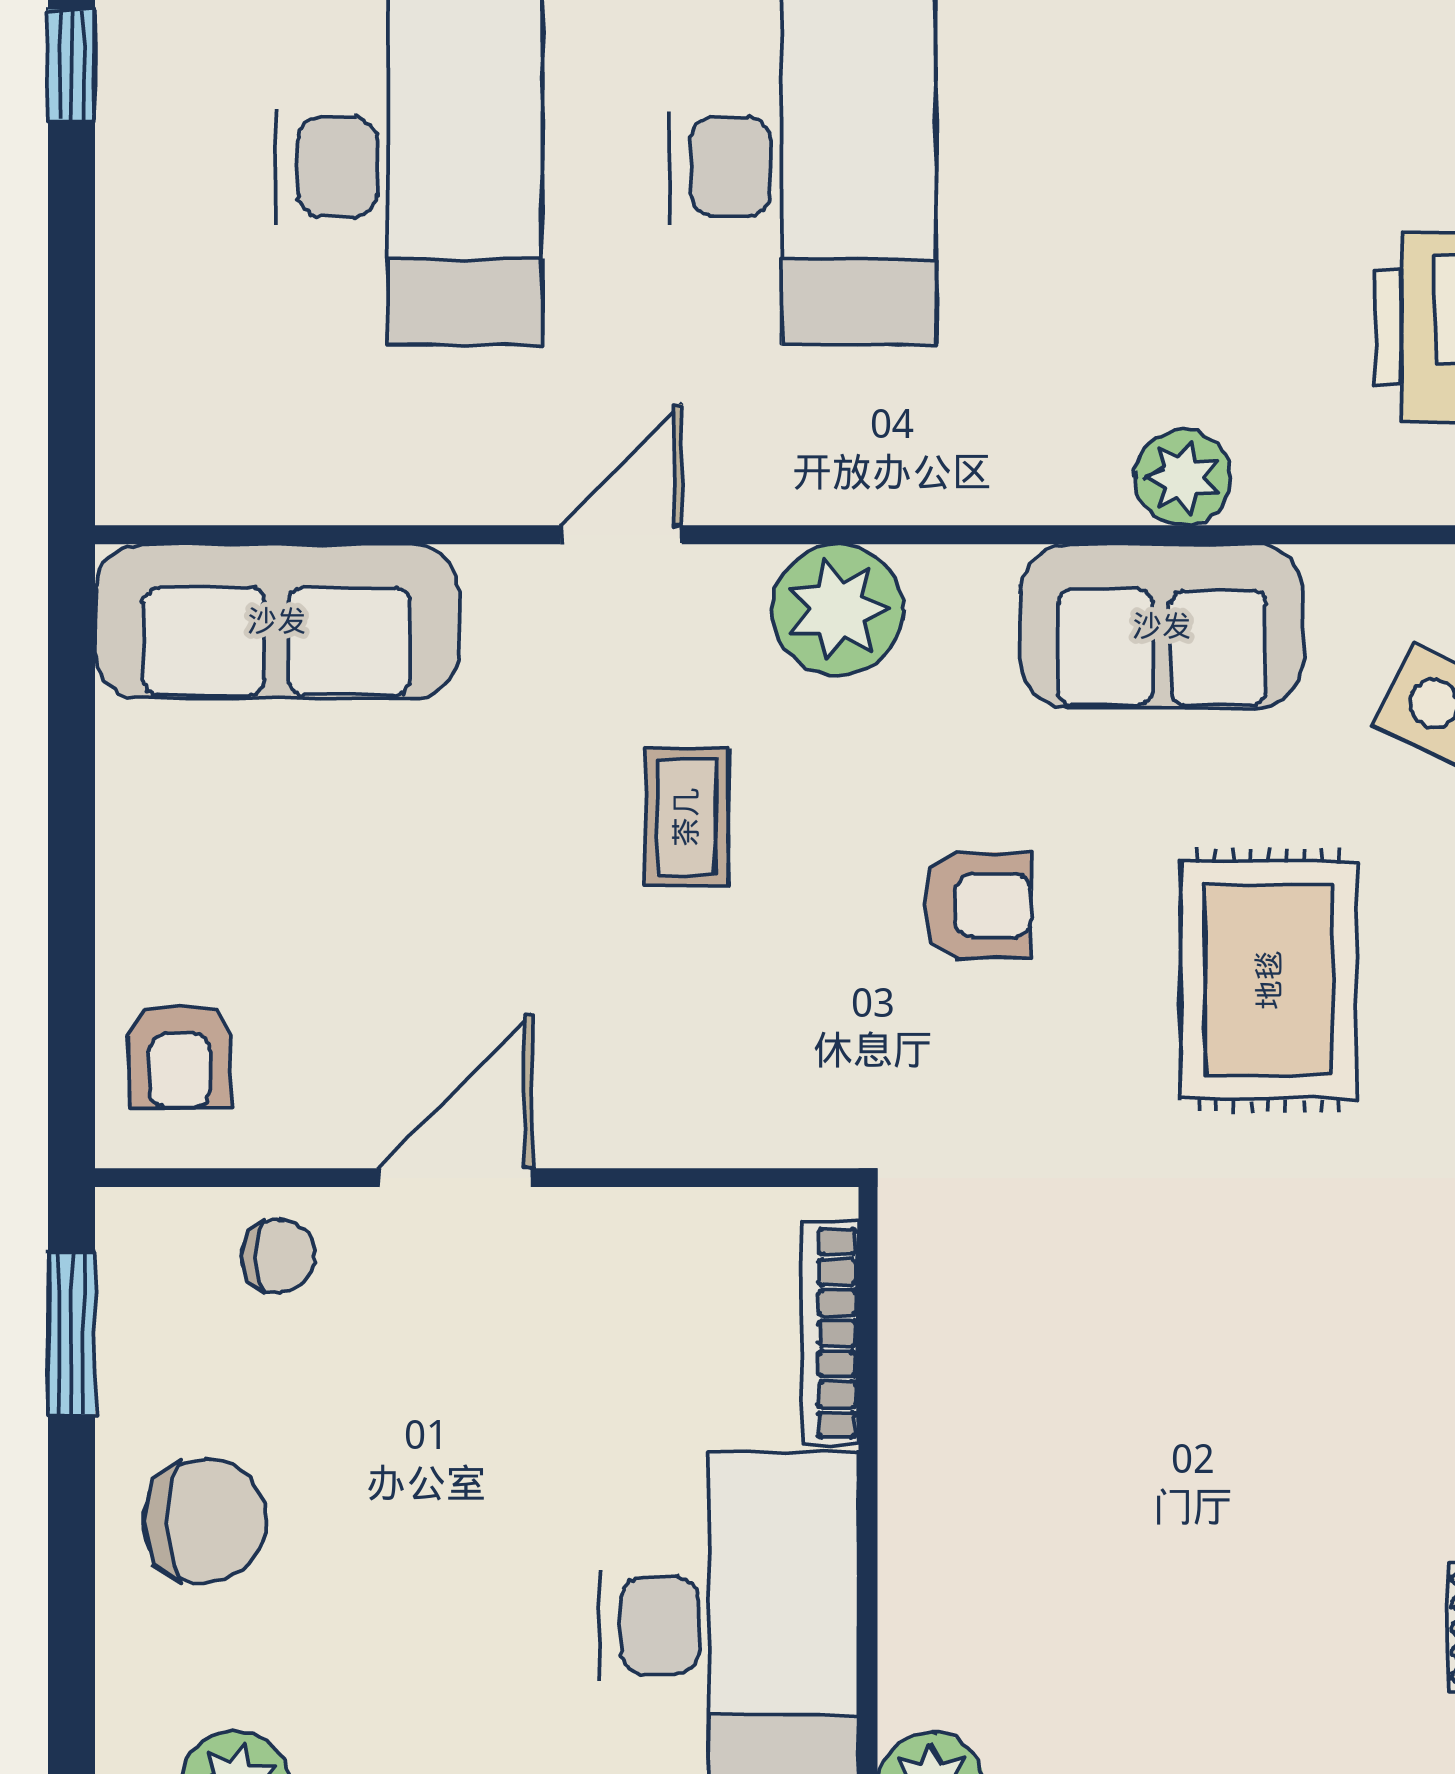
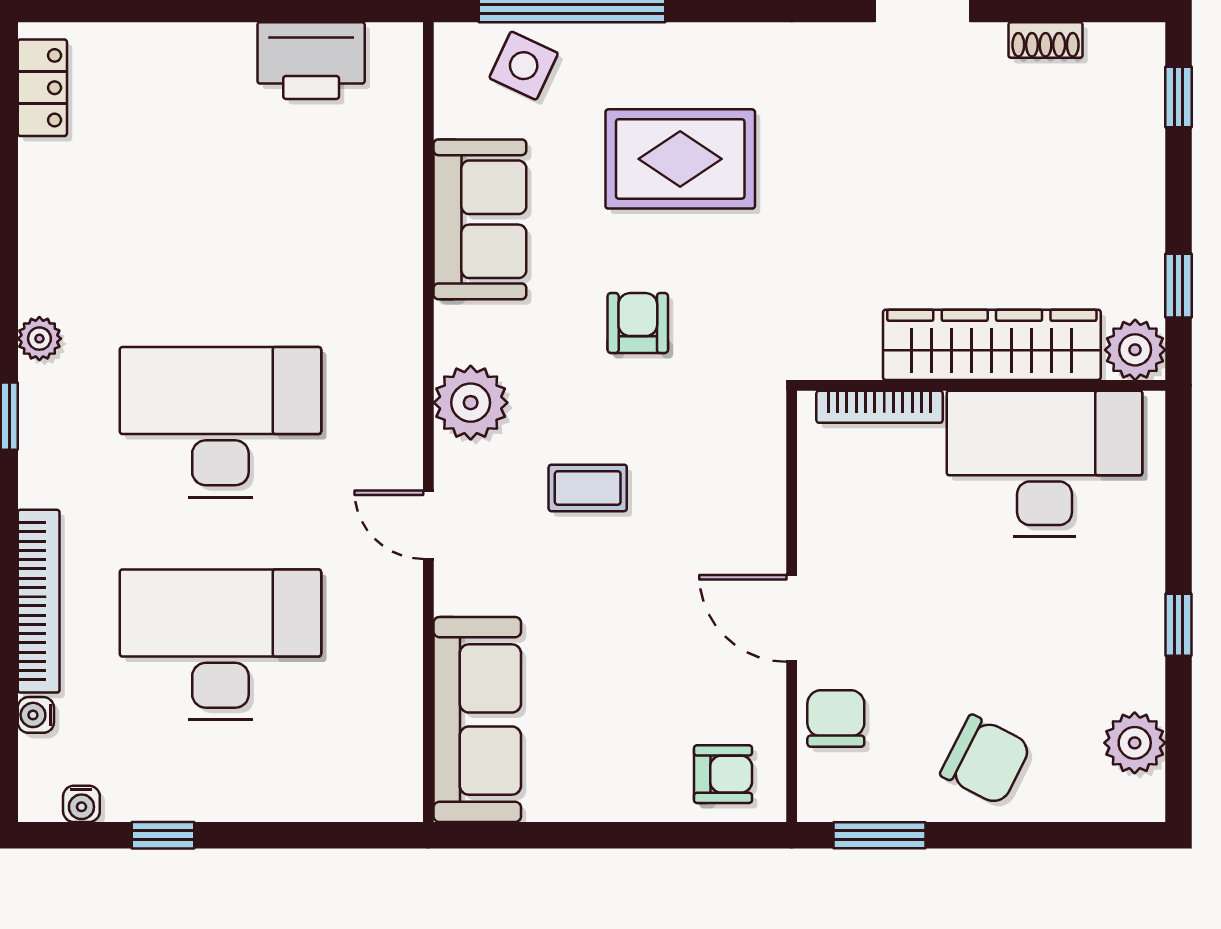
plant: (1183, 477) -> (396, 207), removed
chair: (278, 1256) -> (836, 718), width x1.37, depth x1.37
chair: (205, 1521) -> (986, 760), turned 117
wardrobe: (940, 1532) -> (992, 345), added

